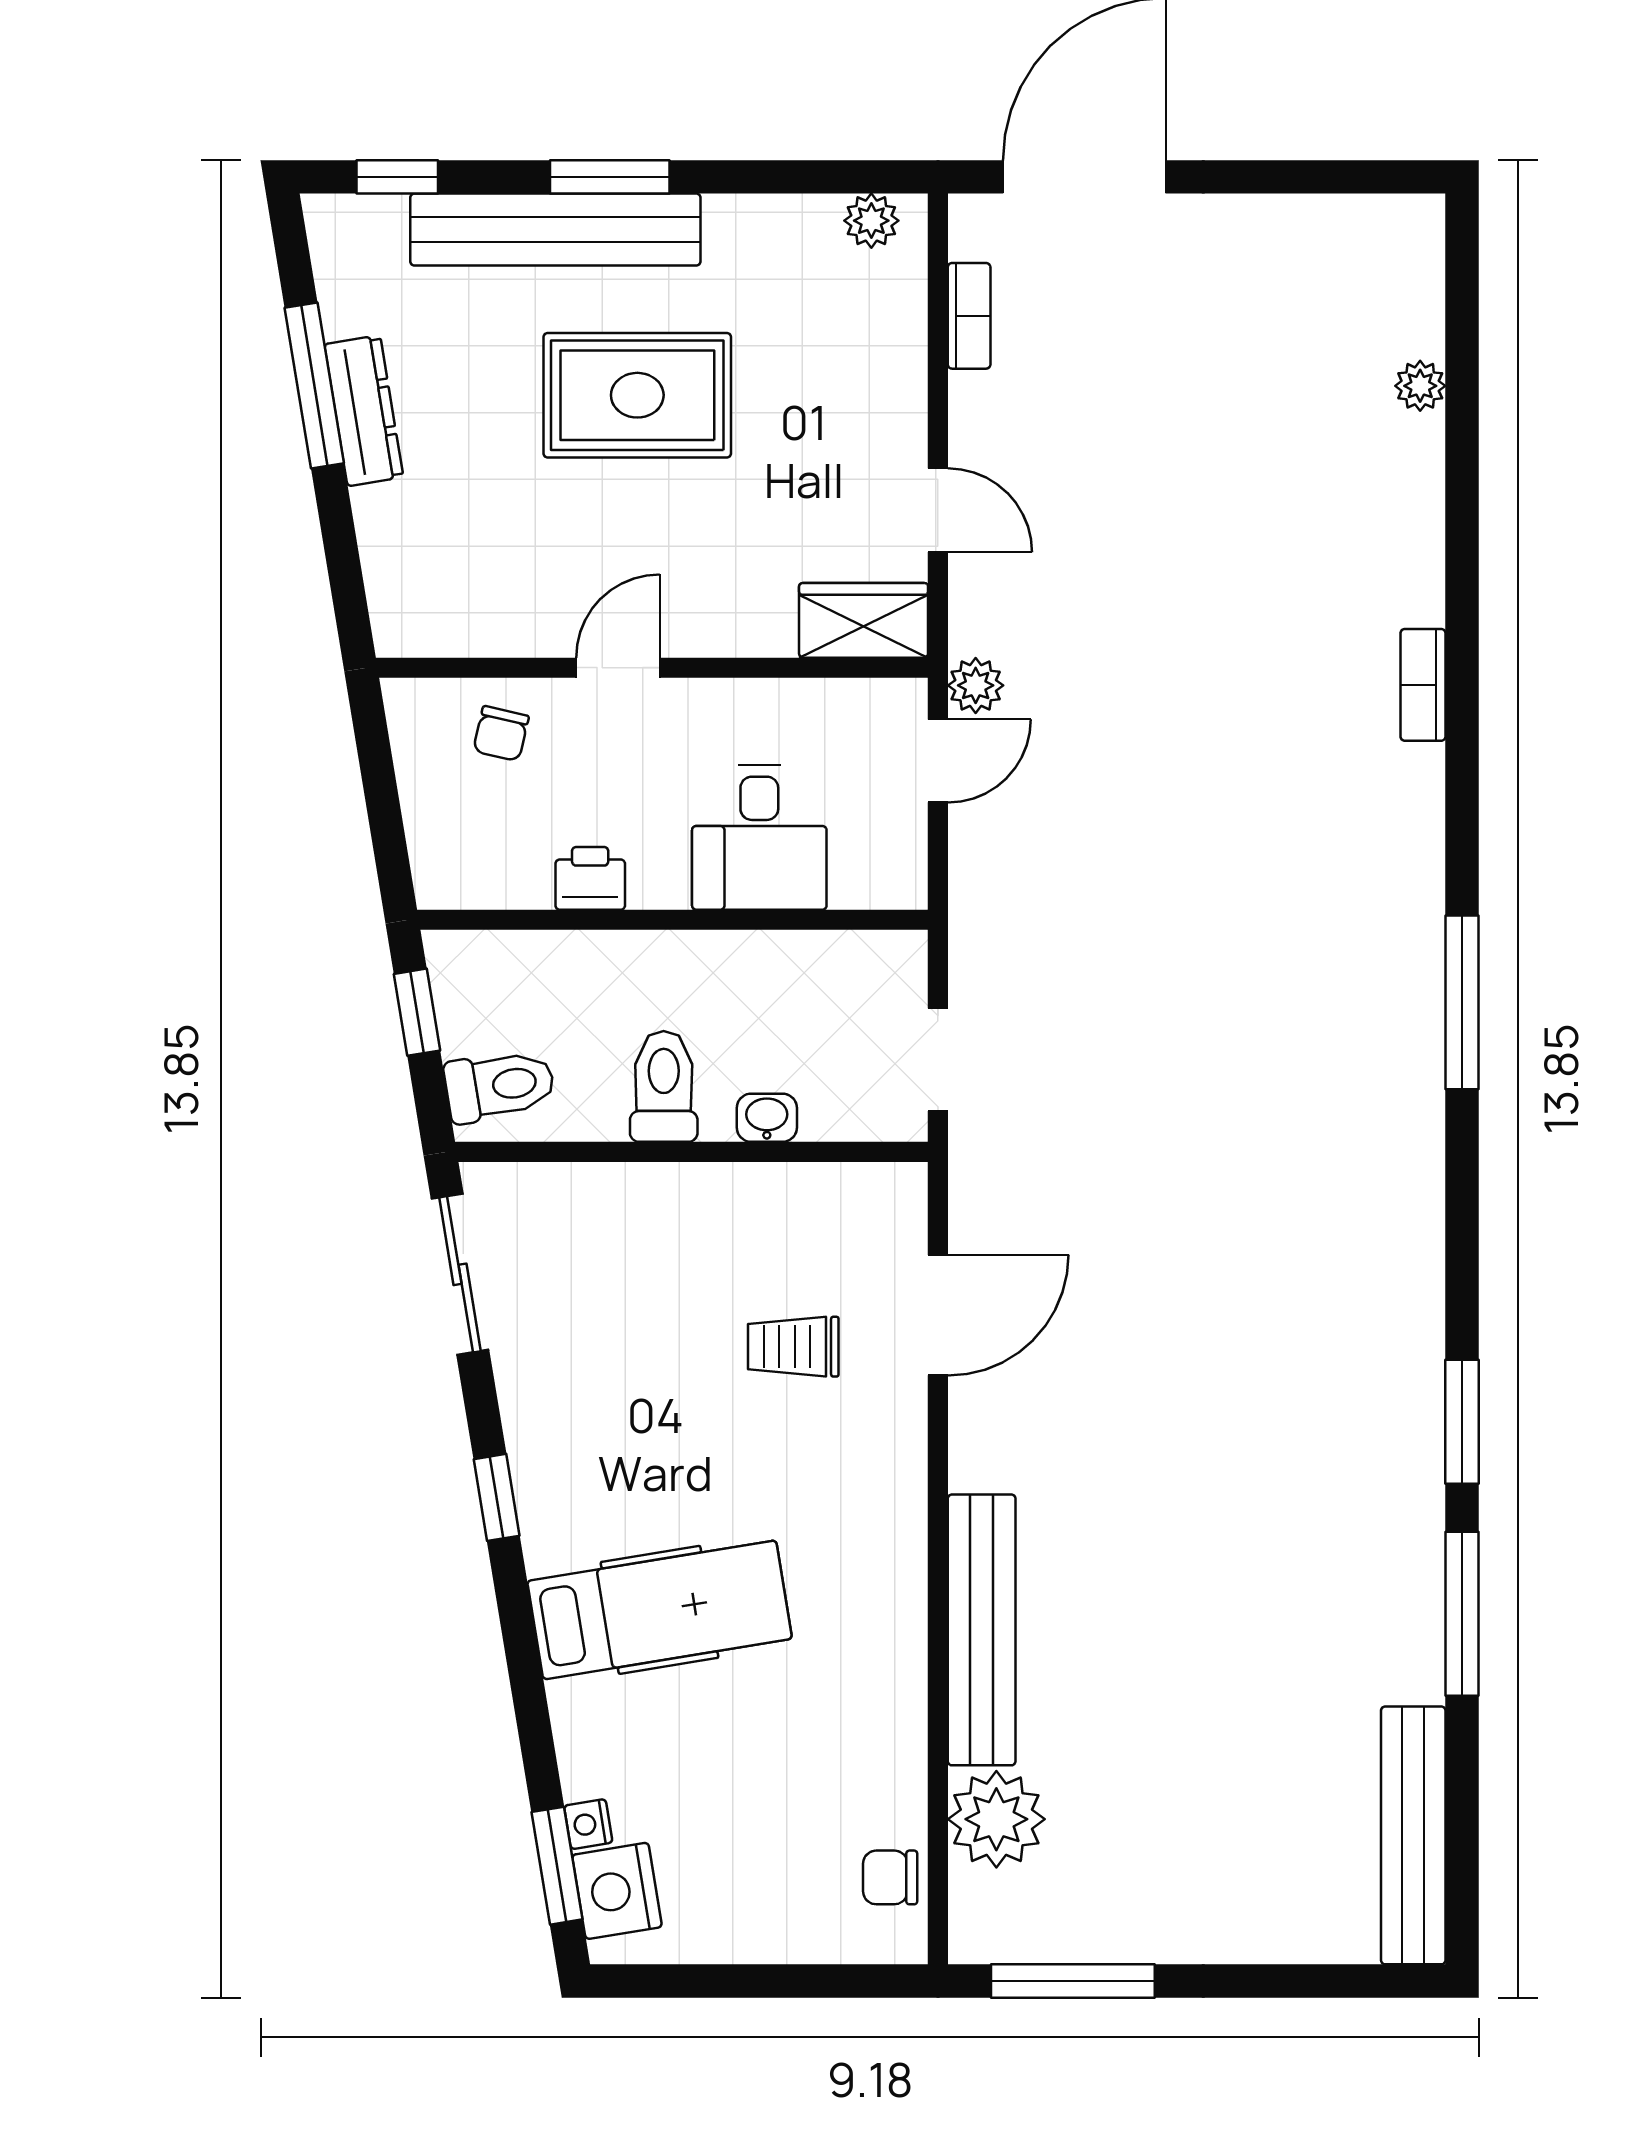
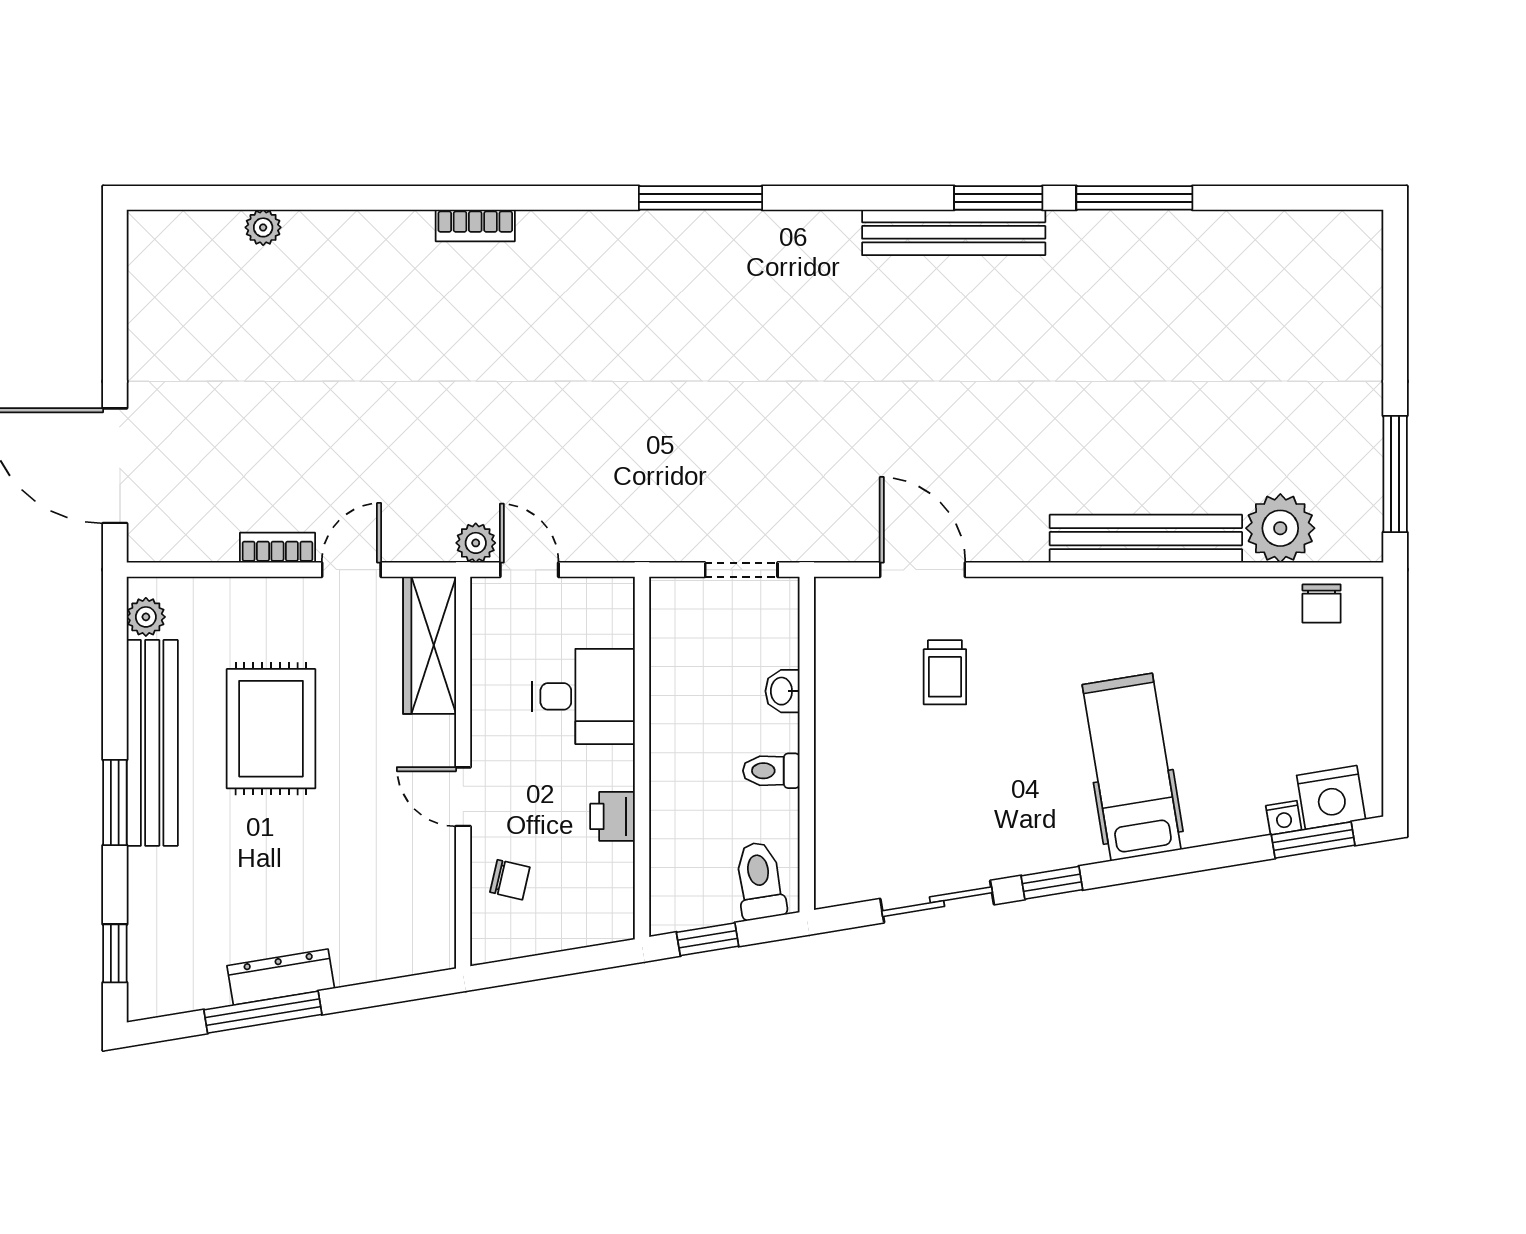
bench: (555, 230) -> (152, 743), moved
bookcase: (969, 316) -> (277, 548), moved
rug: (637, 395) -> (271, 729), moved
wardrobe: (864, 620) -> (430, 645), width x1.50
toilet: (664, 1086) -> (771, 771), width x0.73, depth x0.72
sliding door: (460, 1274) -> (937, 902), moved
bench: (1413, 1835) -> (954, 232), moved

